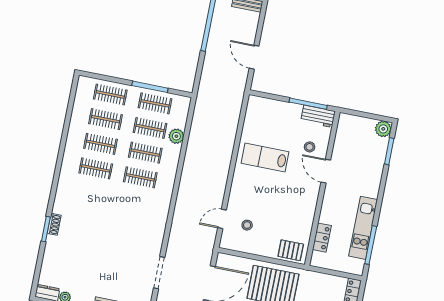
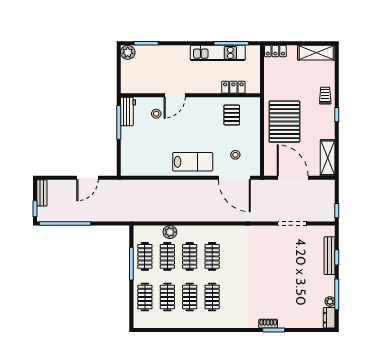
lab bench: (265, 157) -> (193, 162), moved, turned -90
door: (222, 219) -> (234, 178), width x1.87
pallet: (291, 250) -> (232, 115), moved

